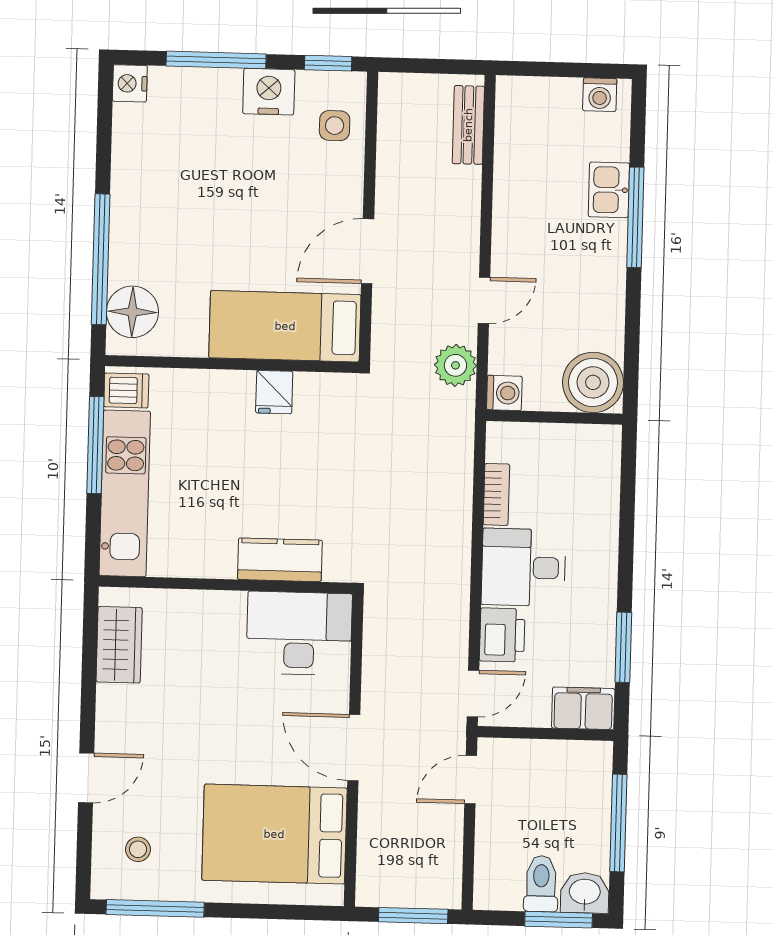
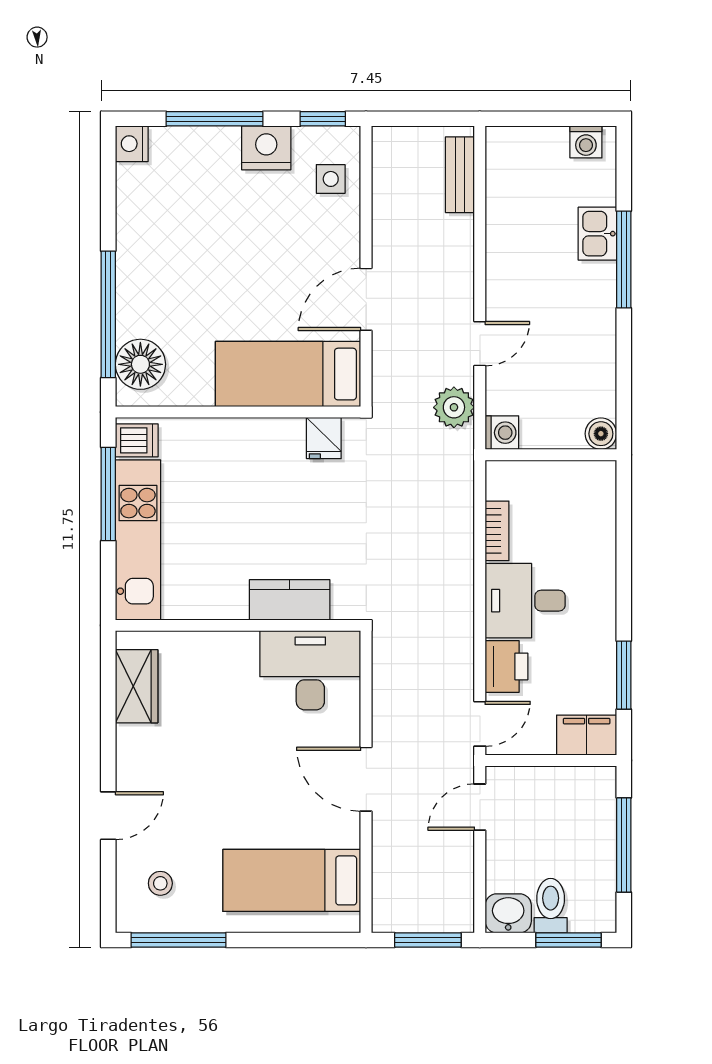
boiler: (593, 382) -> (601, 434), width x0.54, depth x0.54
fridge: (274, 392) -> (324, 438), moved
bed: (274, 834) -> (292, 880), width x0.67
washbasin: (585, 893) -> (508, 913), moved

